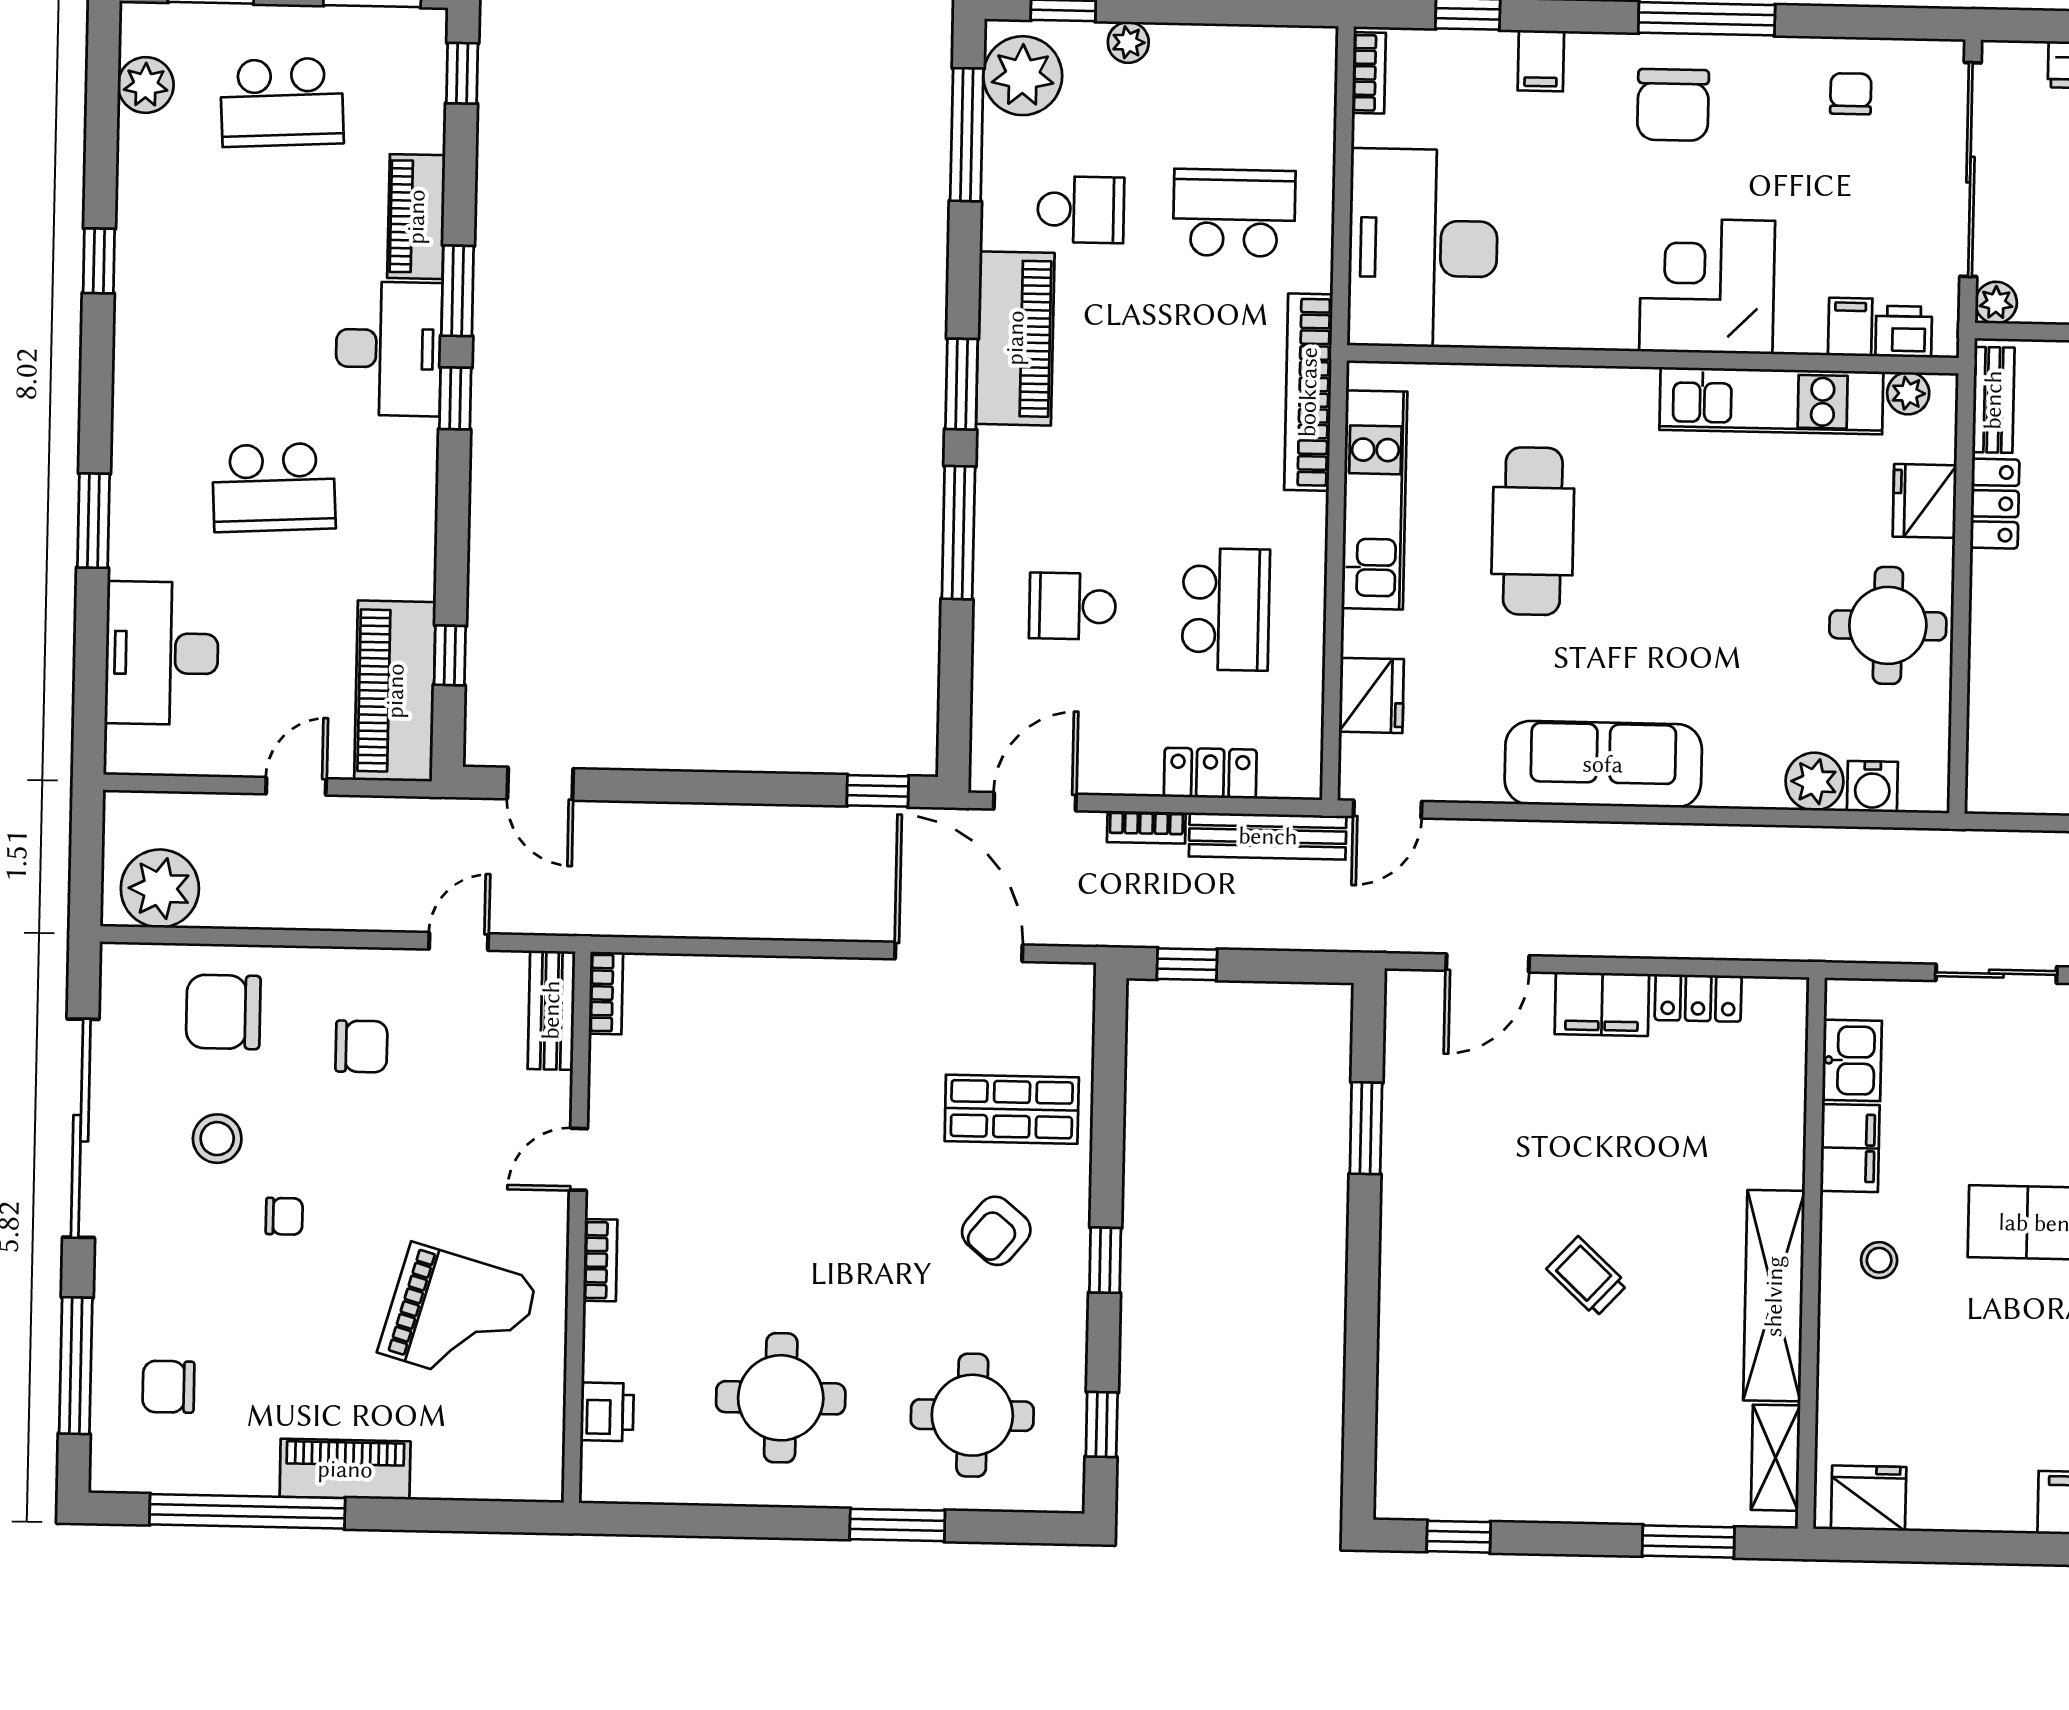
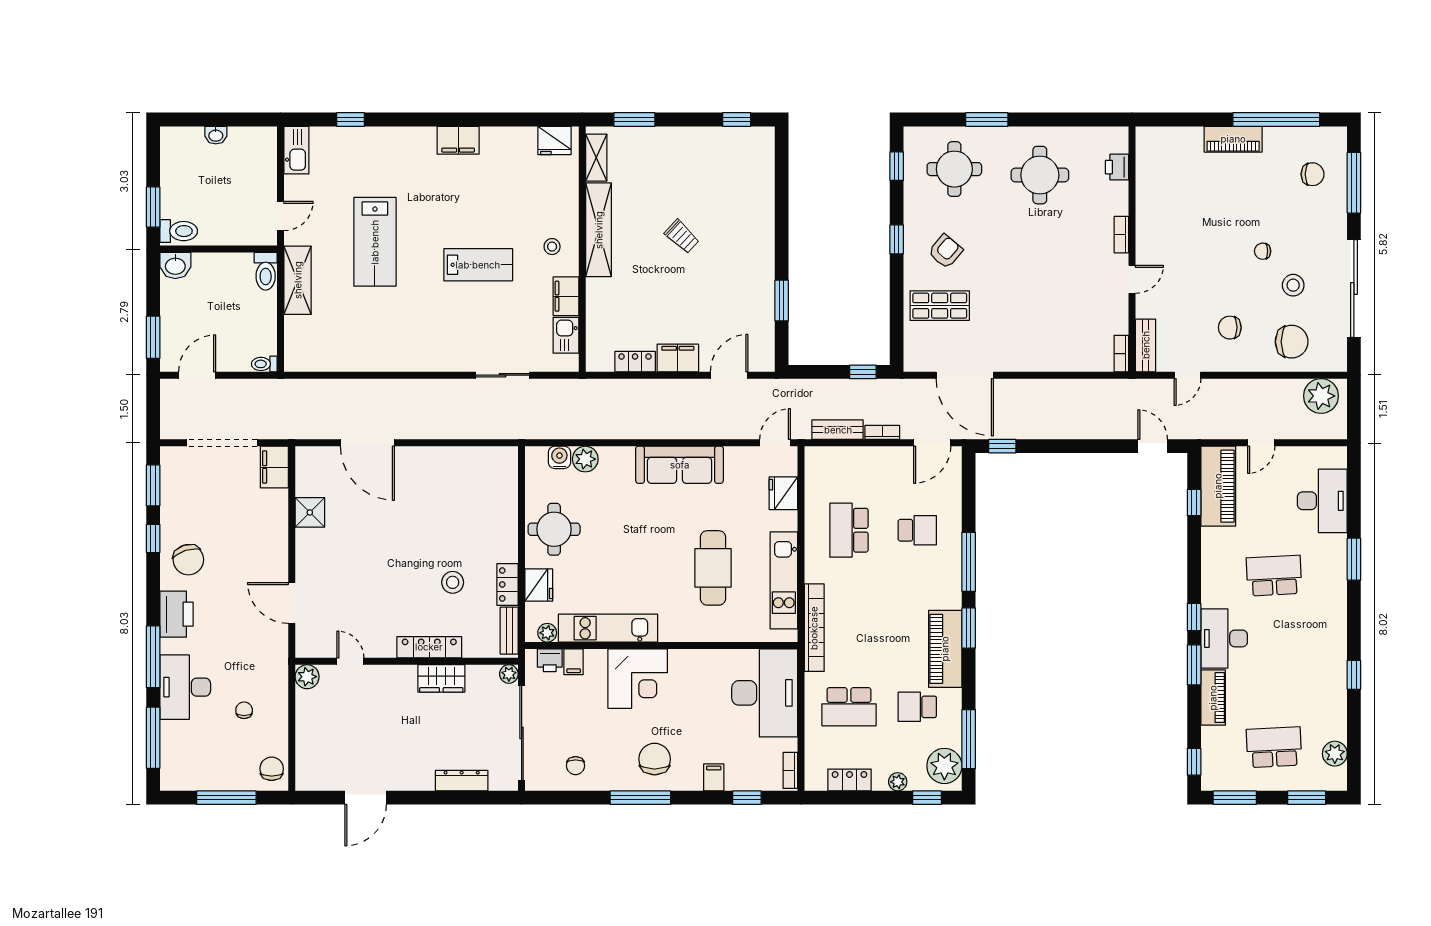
locker: (1210, 773) -> (849, 780), moved, turned 180
bench: (1268, 836) -> (838, 430), width x0.73
grand piano: (458, 1317) -> (1184, 208), removed

